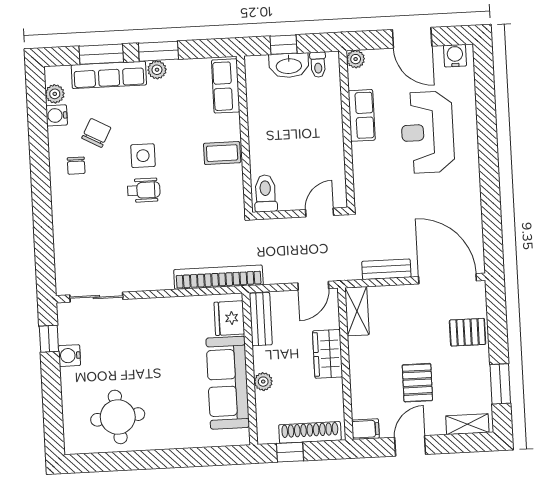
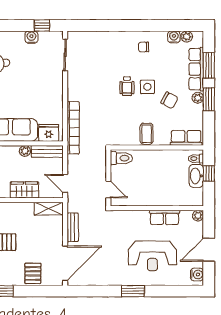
toilet: (318, 65) -> (196, 159), moved
reception desk: (427, 132) -> (152, 256), turned 180
chair: (96, 133) -> (169, 100), moved
window: (489, 162) -> (133, 291), added
plant: (263, 382) -> (25, 151), moved

